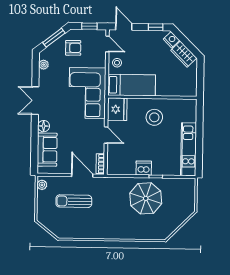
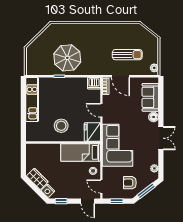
dishwasher: (144, 168) -> (94, 83), moved

